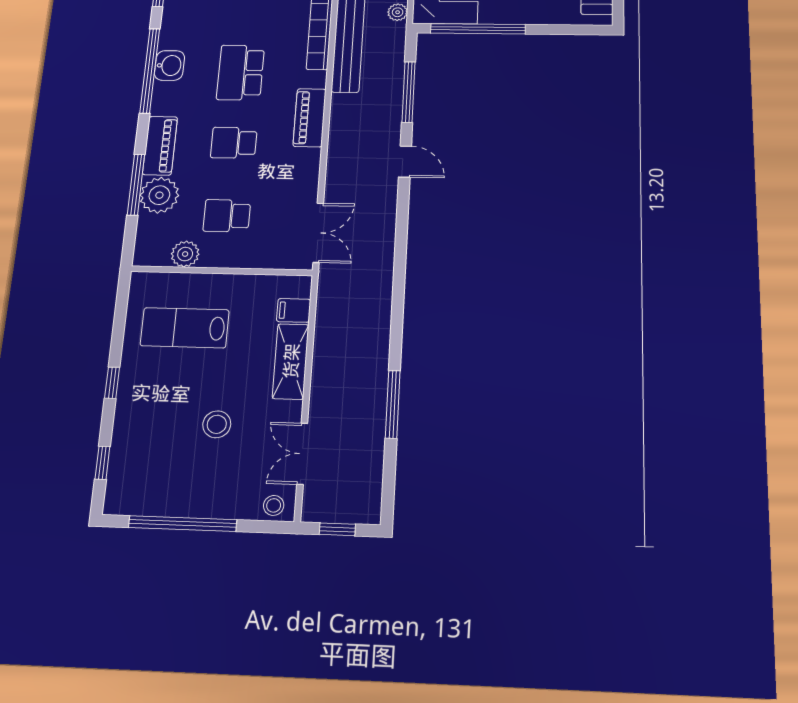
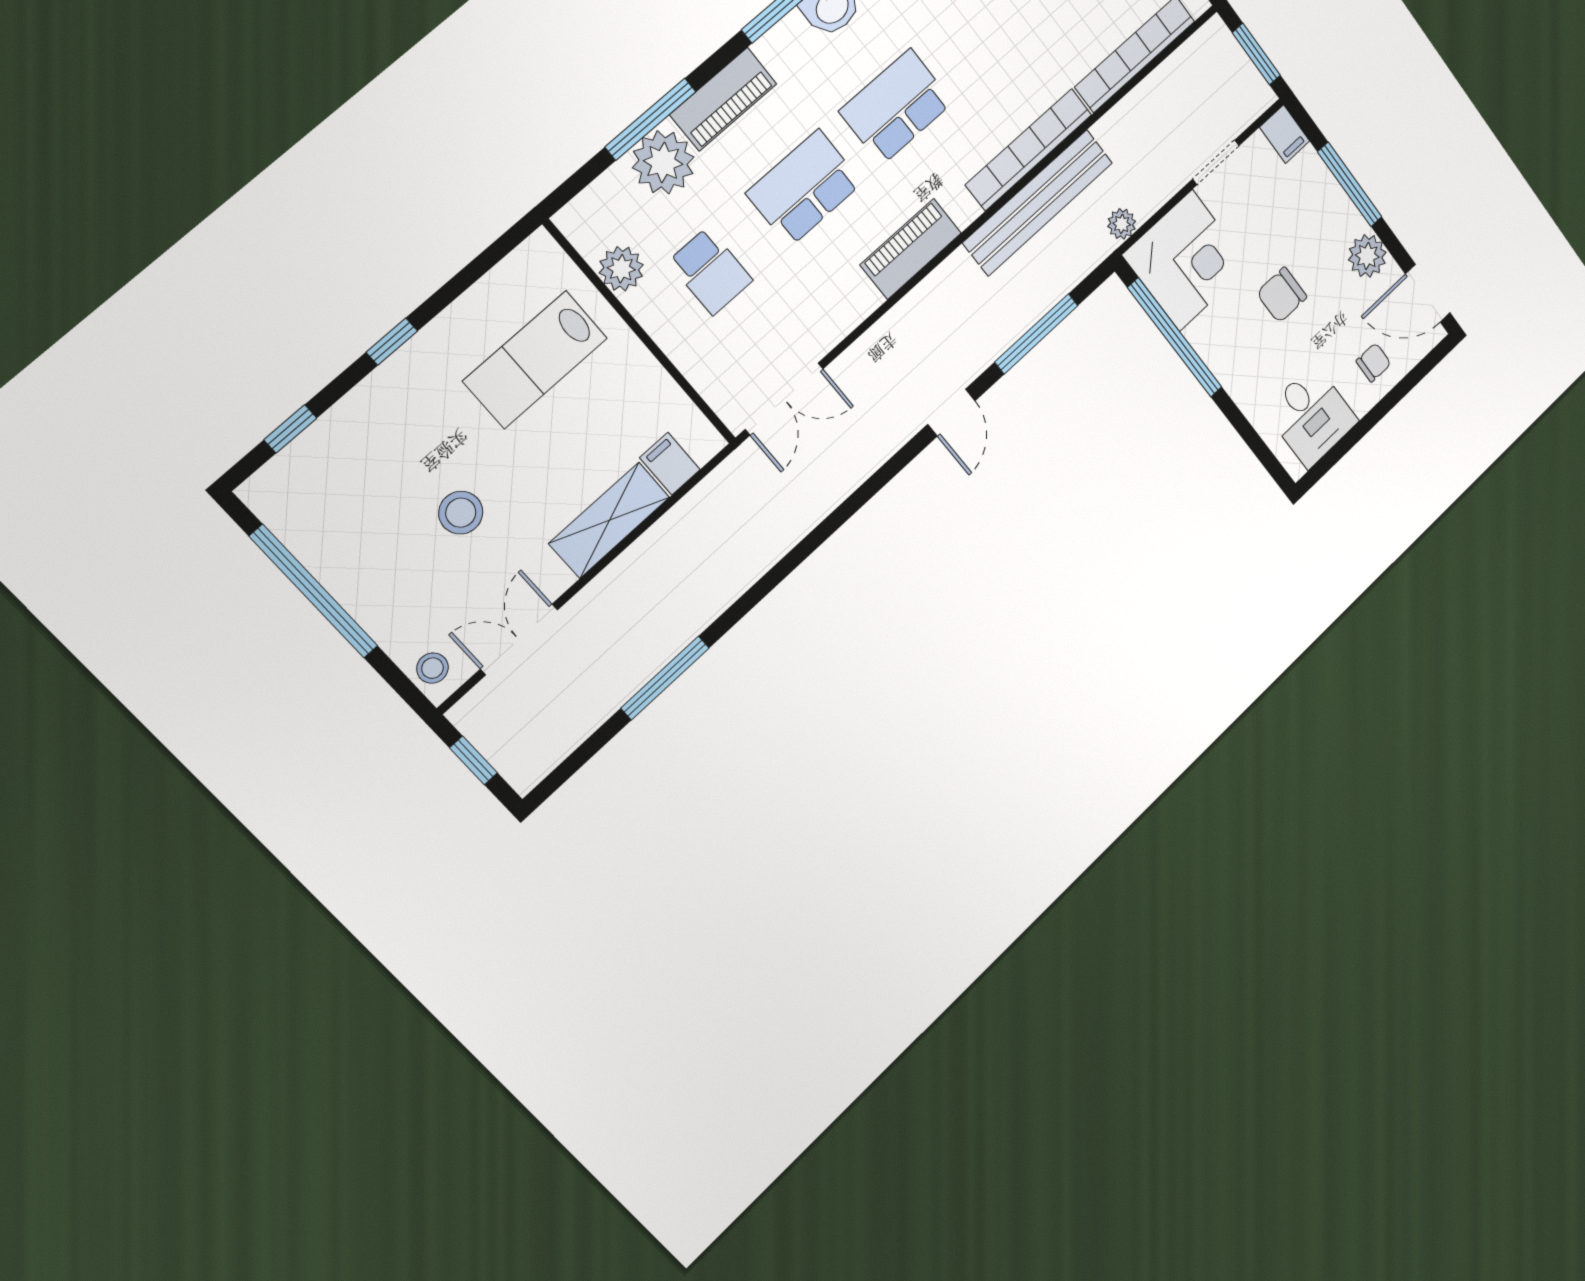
school desk: (234, 143) -> (804, 188), width x1.85
school desk: (227, 216) -> (710, 271), turned 180
lab bench: (185, 328) -> (535, 360), turned -90

